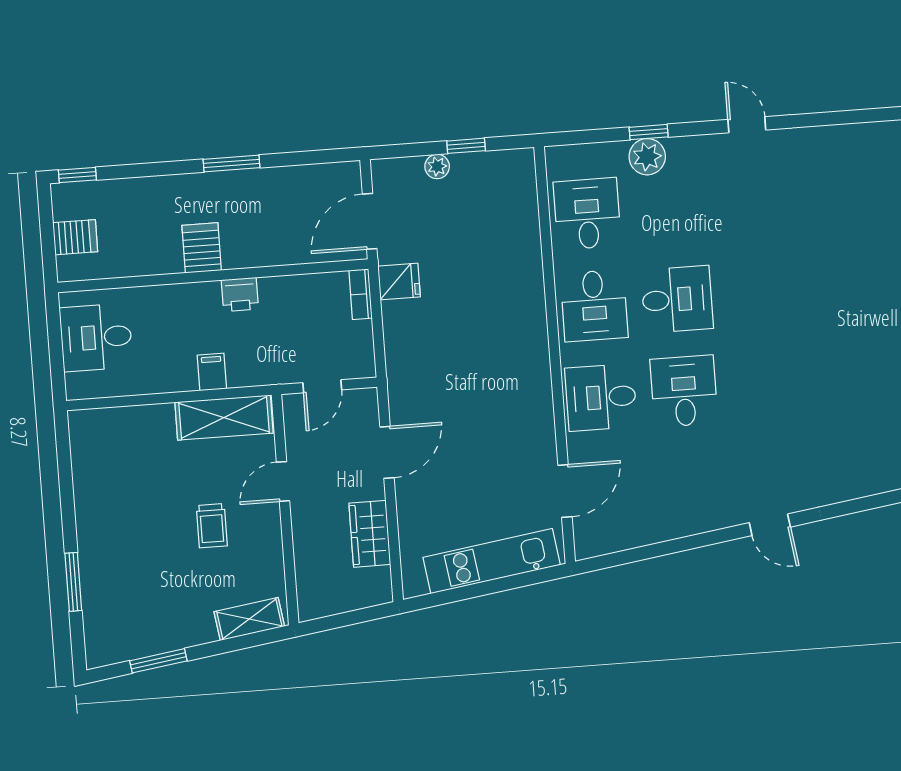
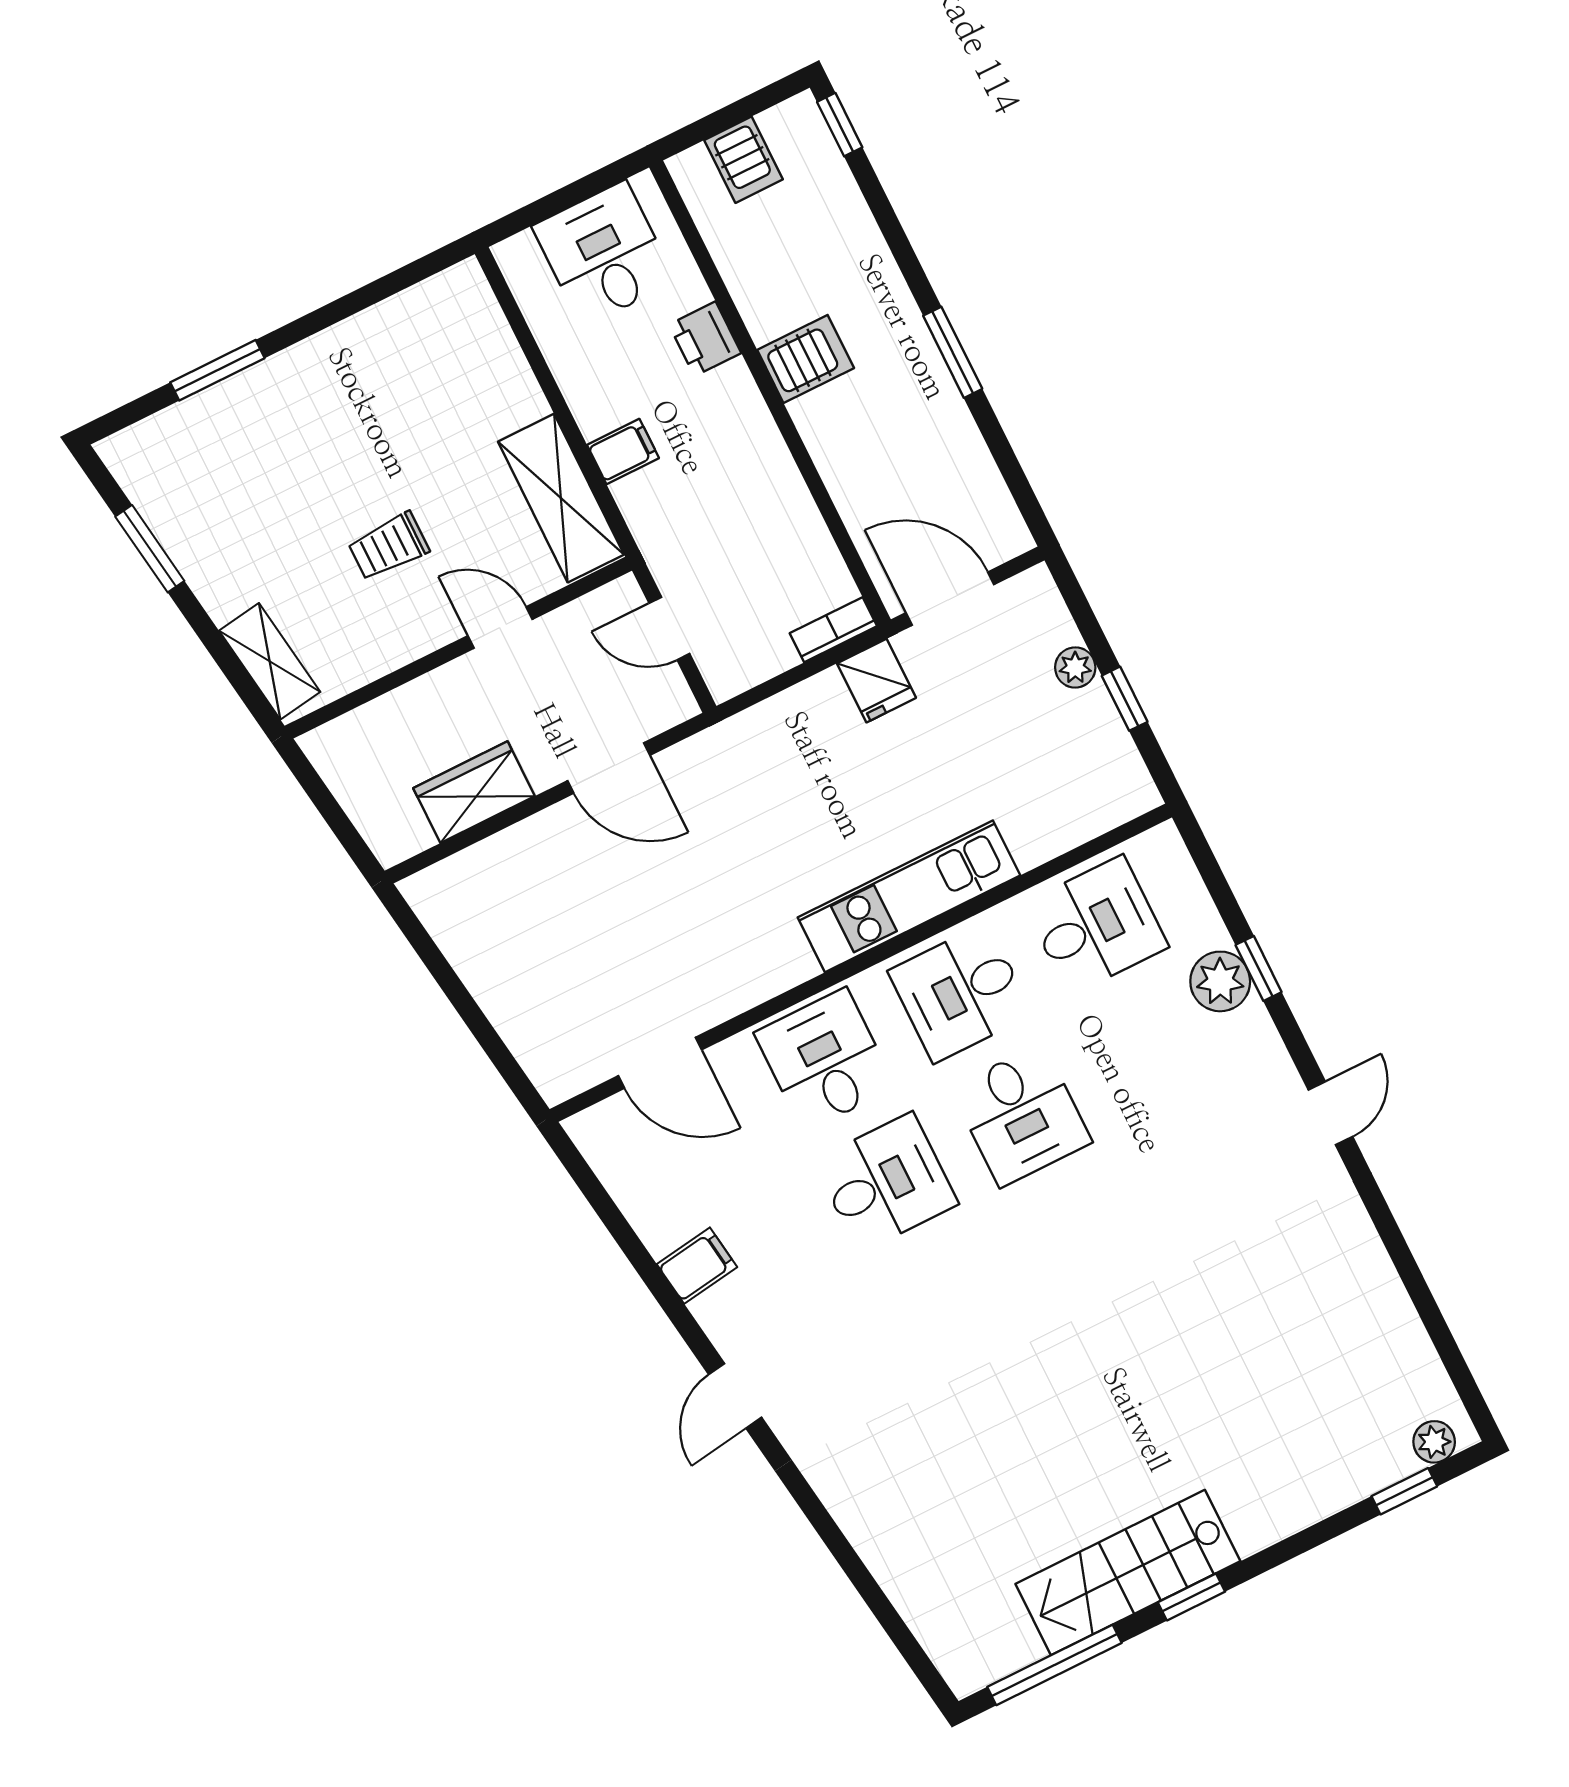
printer: (240, 294) -> (705, 339), moved
filing cabinet: (688, 517) -> (697, 1266), added
kitchen unit: (492, 561) -> (909, 896), moved, turned -82

